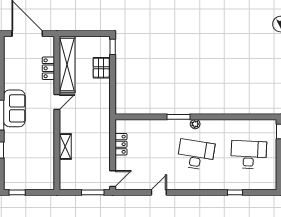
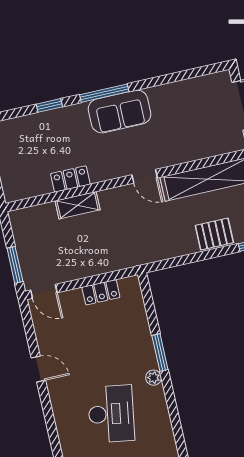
locker: (48, 68) -> (70, 179), moved
window: (178, 117) -> (160, 353), moved
plant: (195, 124) -> (154, 378), moved

